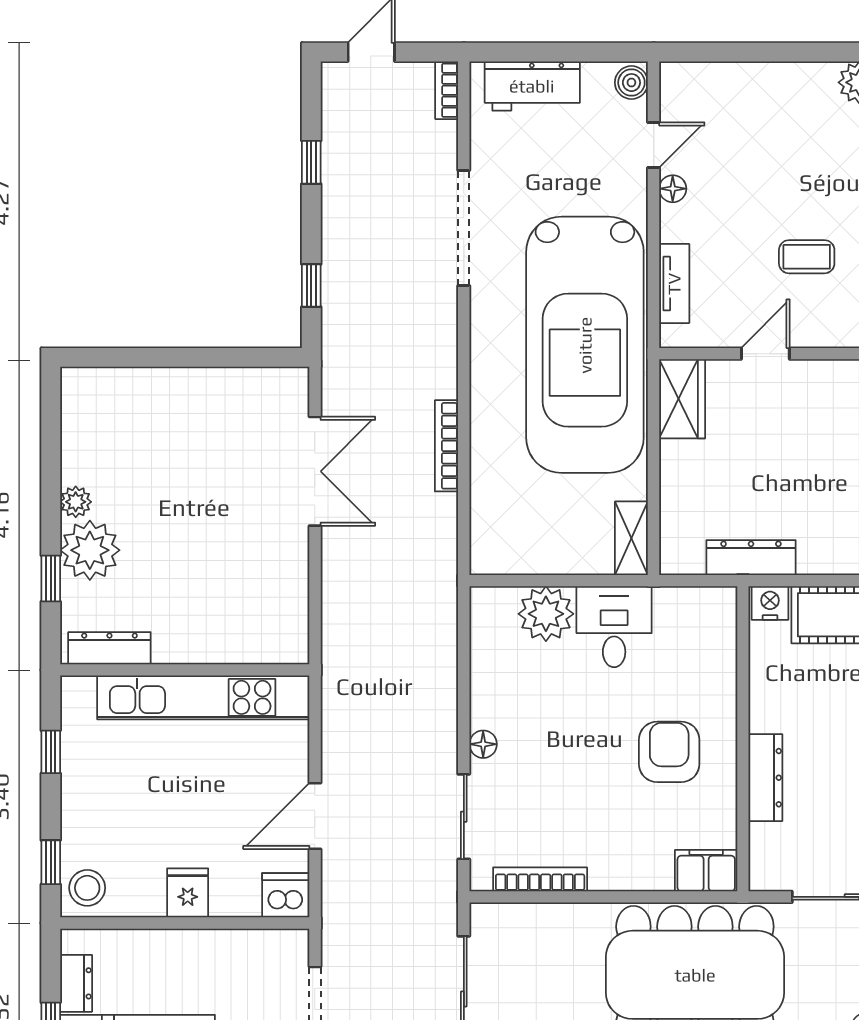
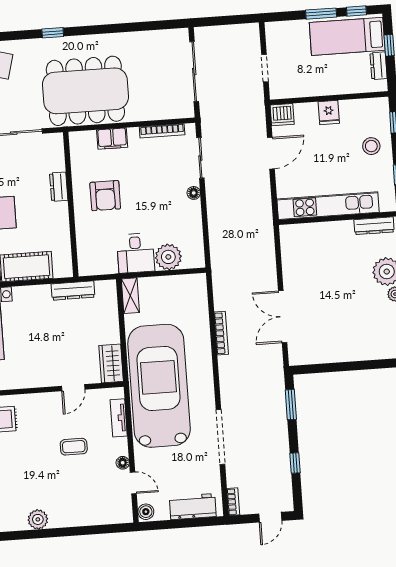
door: (654, 145) -> (133, 483), swing flipped
coffee table: (807, 257) -> (74, 447), moved
window: (311, 286) -> (291, 405), width x1.50
nightstand: (770, 603) -> (62, 270), removed
dresser: (765, 778) -> (59, 187), width x0.70
filing cabinet: (706, 871) -> (112, 139), moved
stool: (87, 888) -> (371, 146), moved

